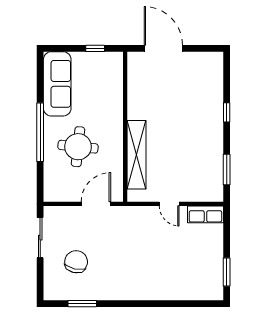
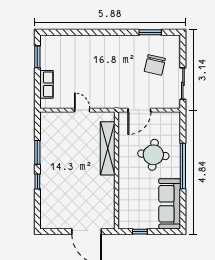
window: (227, 169) -> (37, 152), moved
row of seats: (205, 214) -> (47, 84), moved, turned 90

